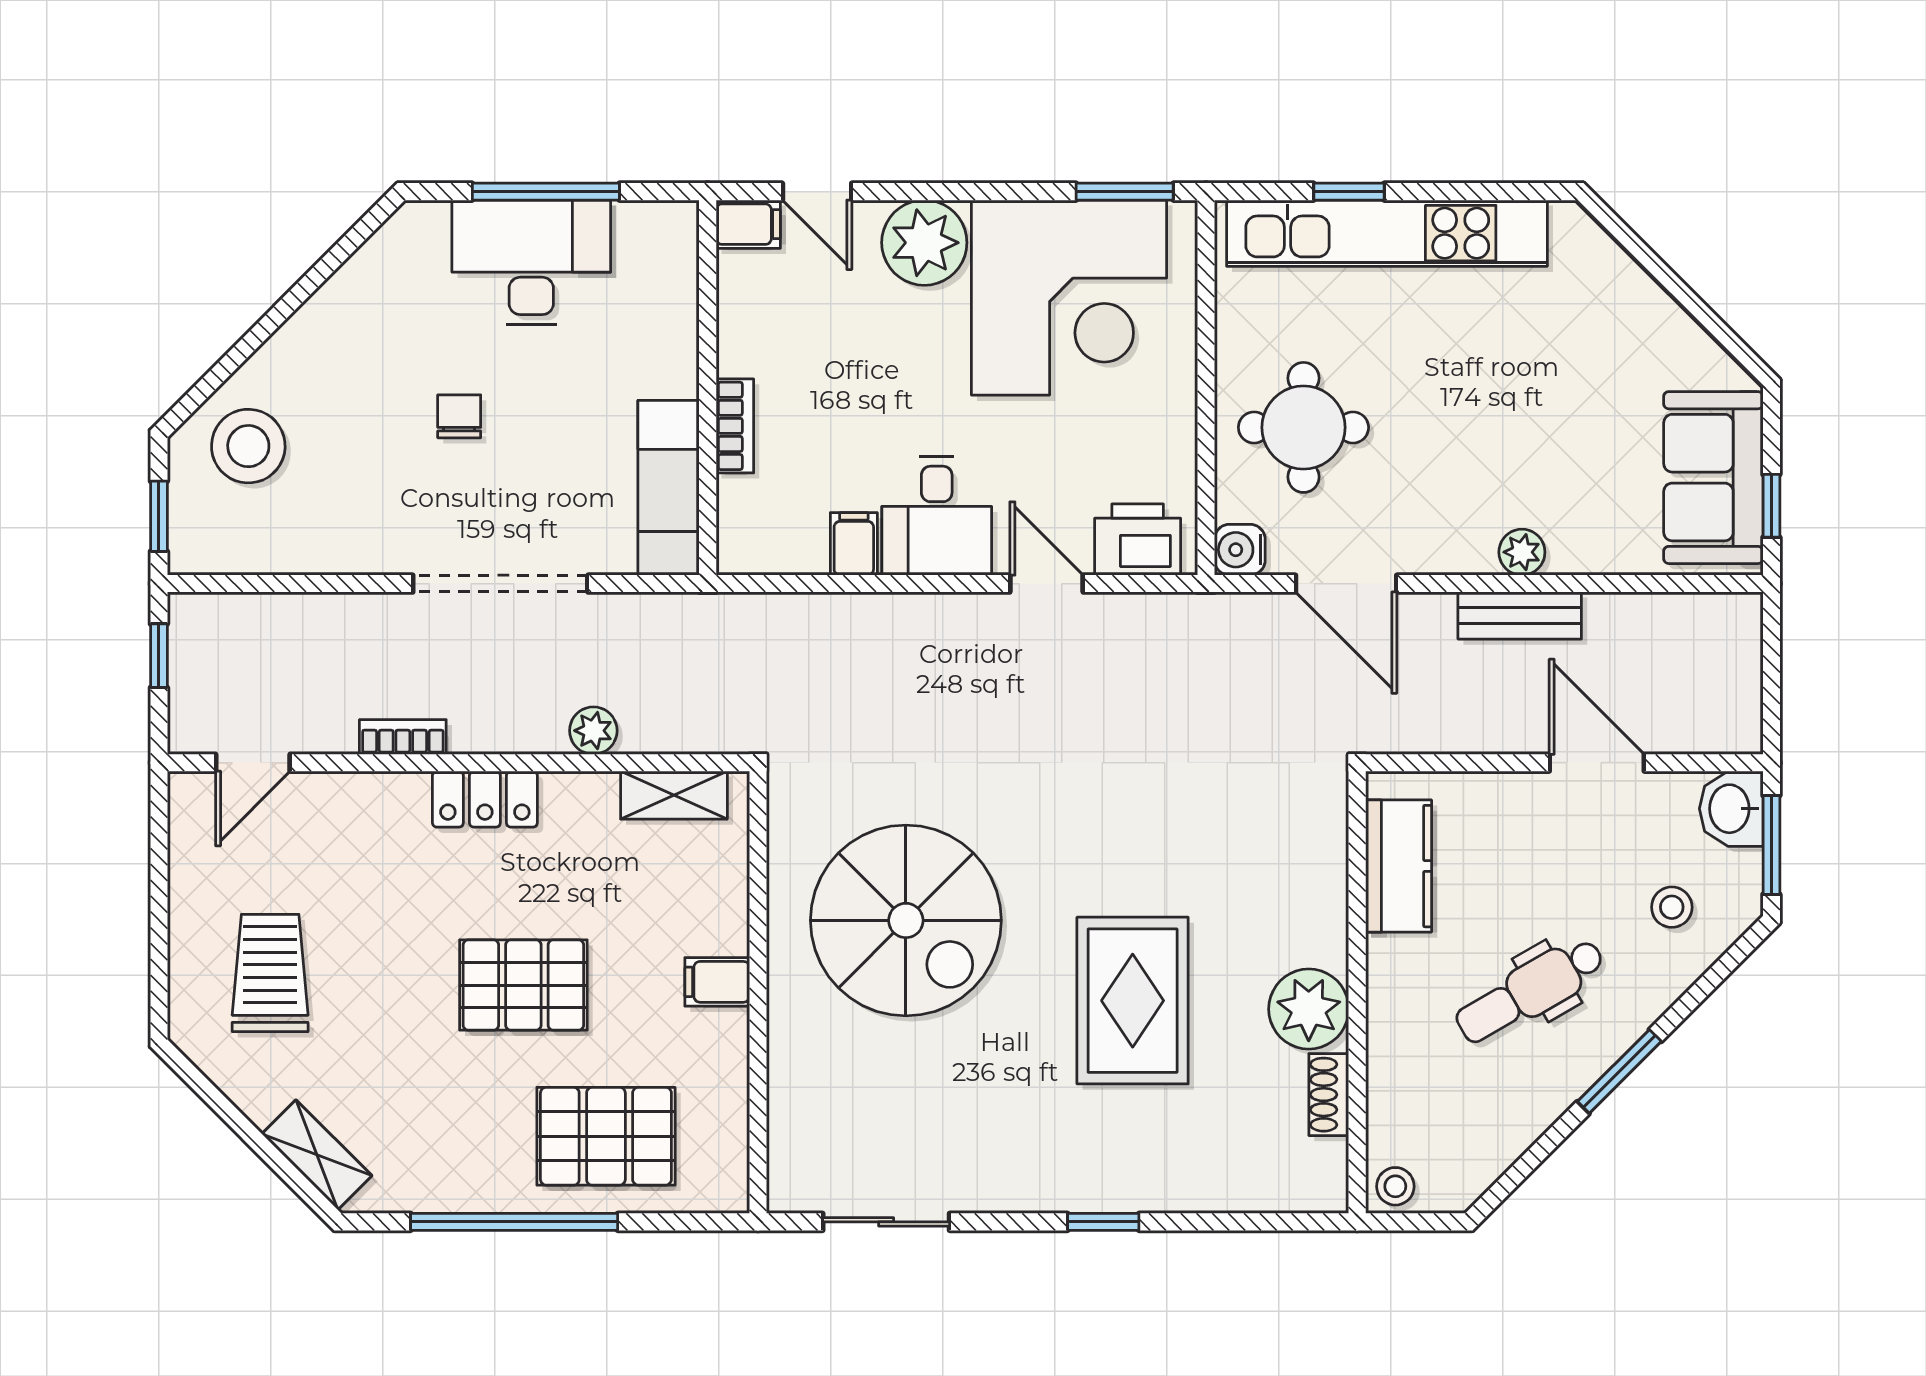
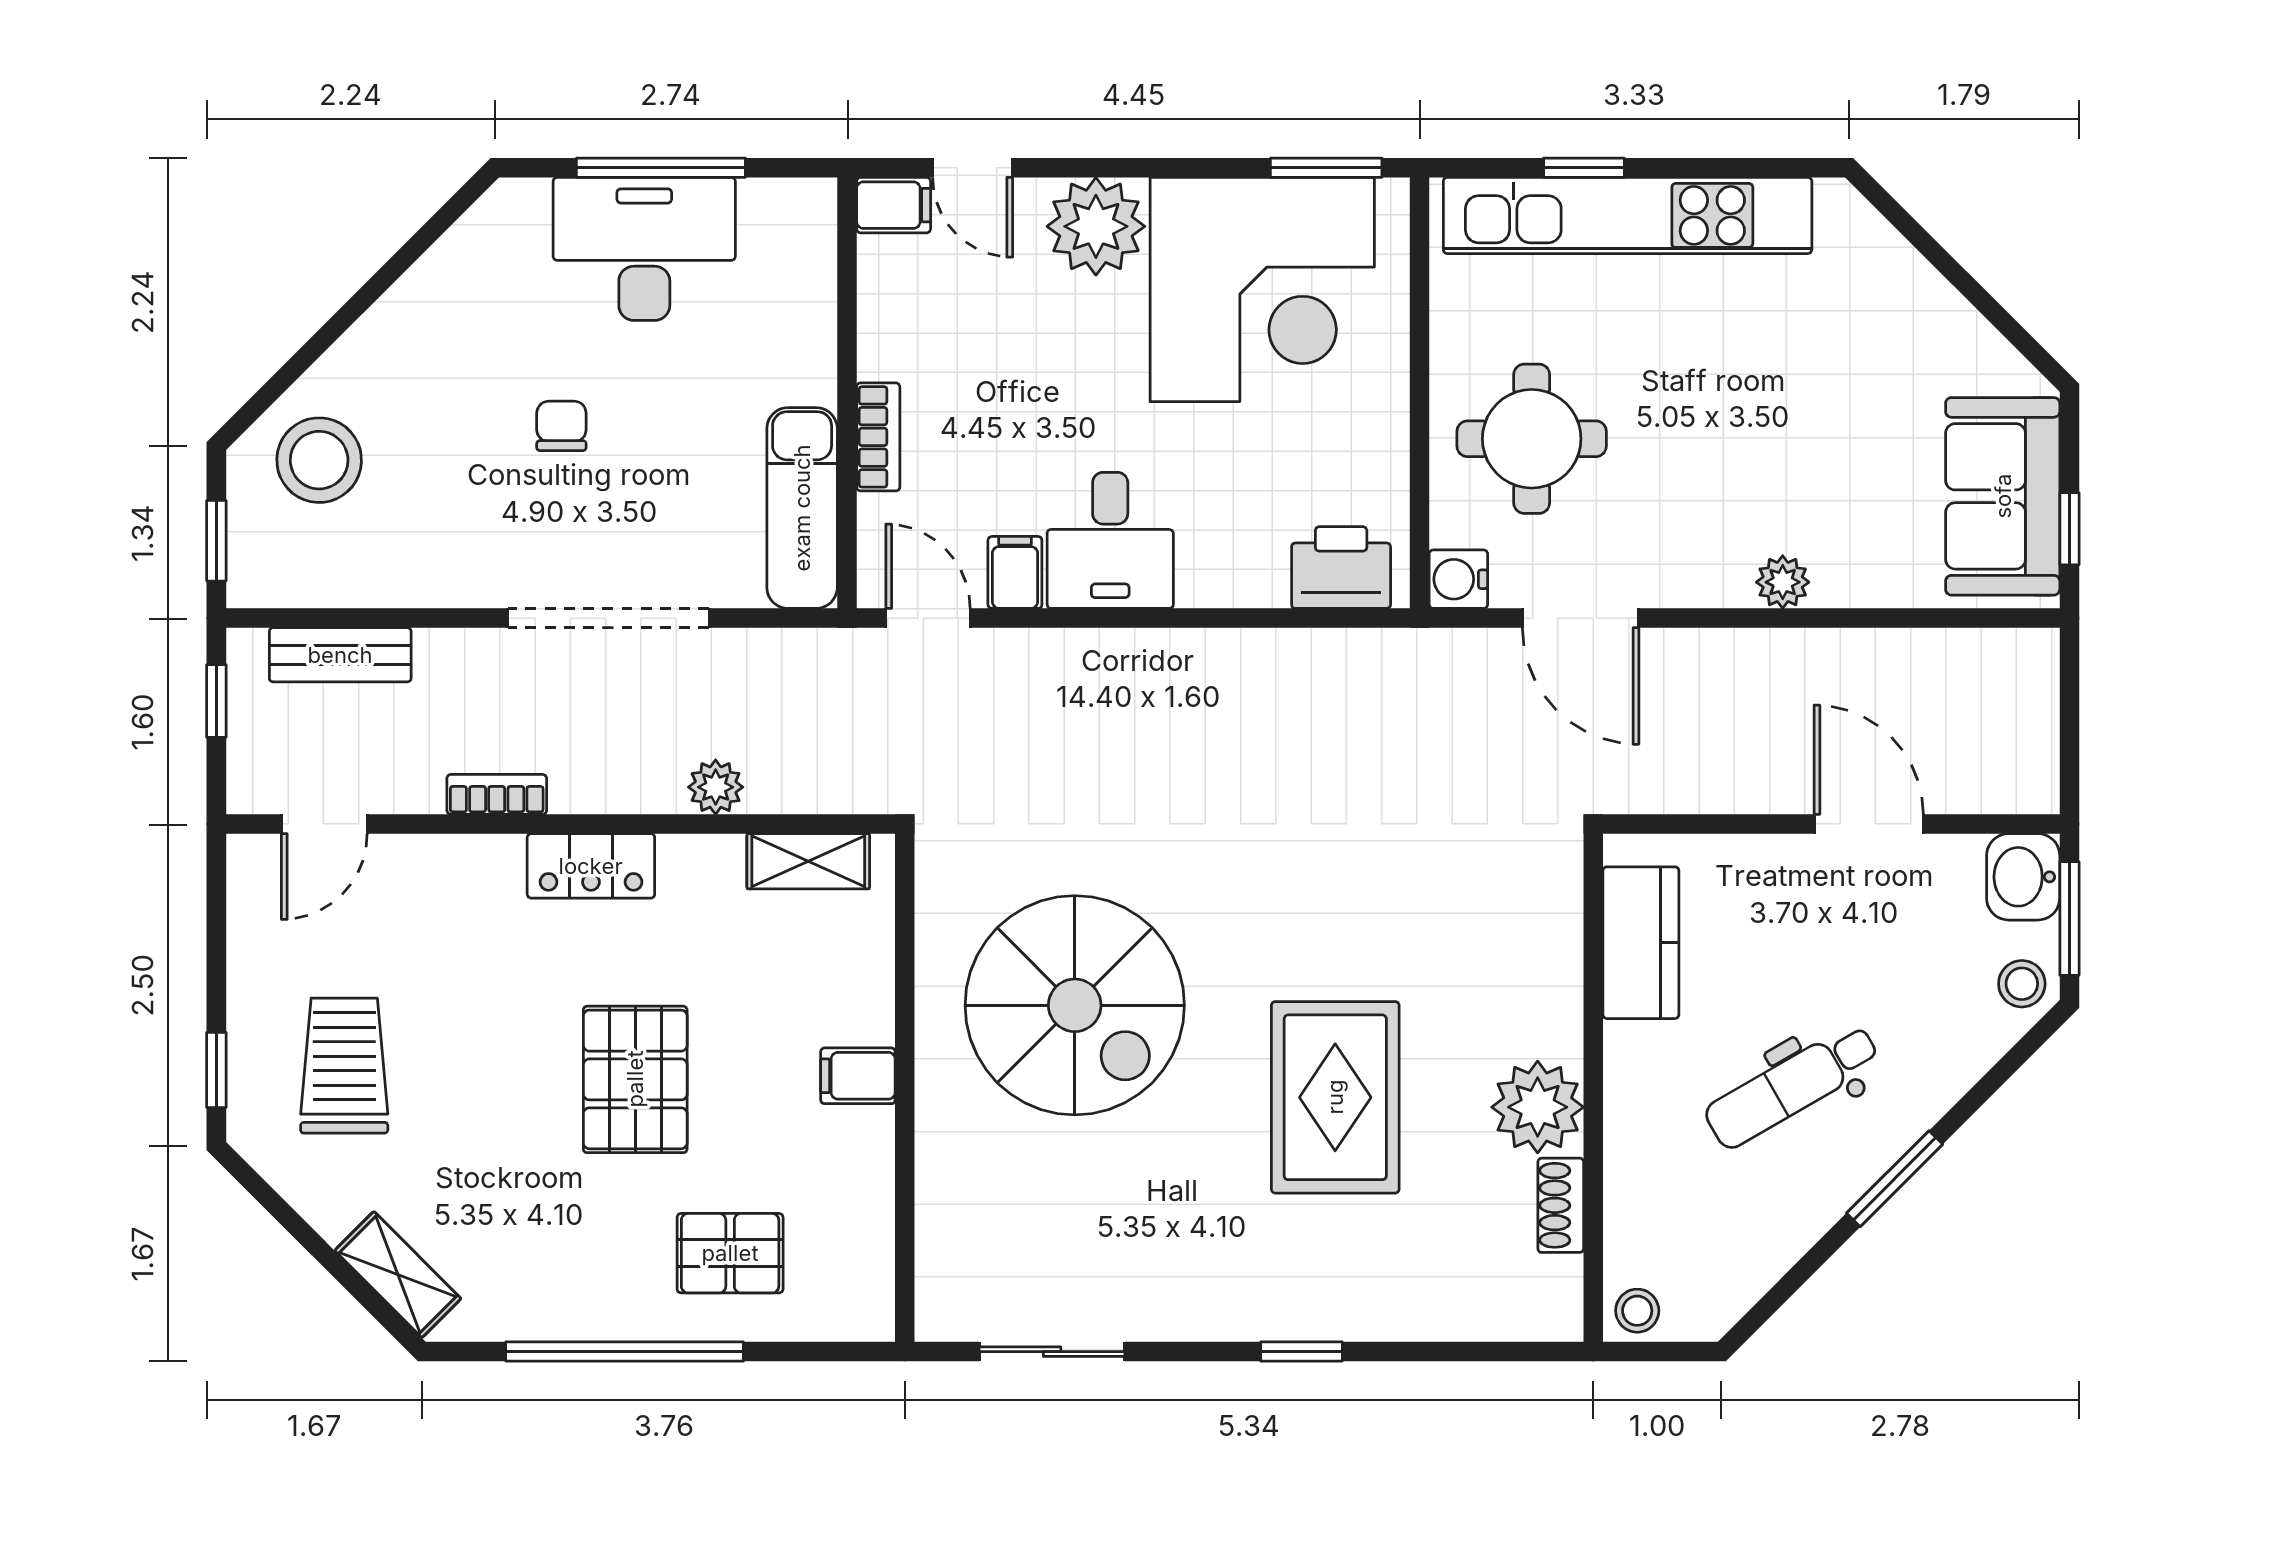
door: (1047, 584) -> (928, 618), moved
bench: (1520, 616) -> (340, 655), moved
stool: (1672, 907) -> (2022, 984), moved
window: (159, 977) -> (216, 1070), added
pallet: (523, 985) -> (635, 1079), turned 90
pallet: (606, 1136) -> (730, 1253), width x0.67, depth x0.71

